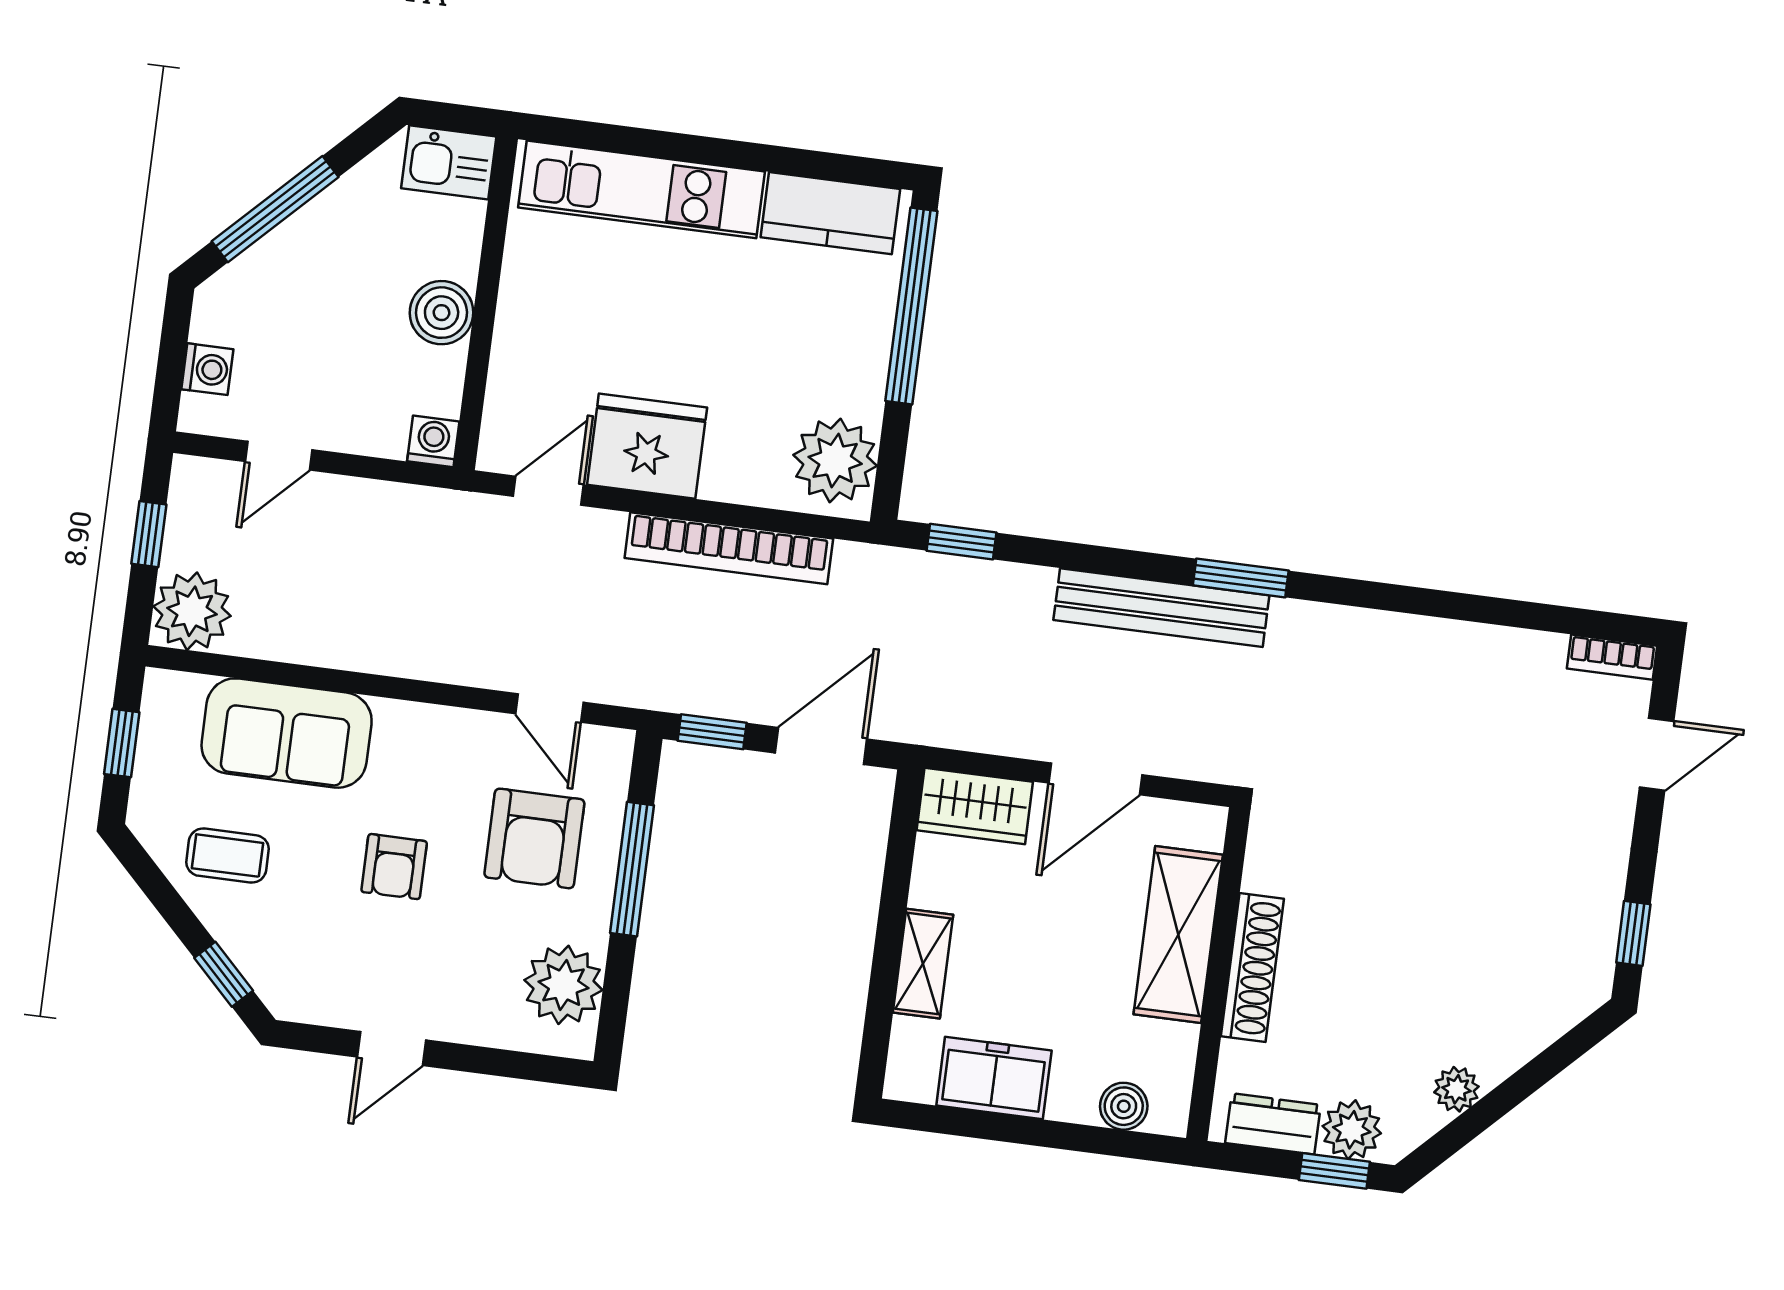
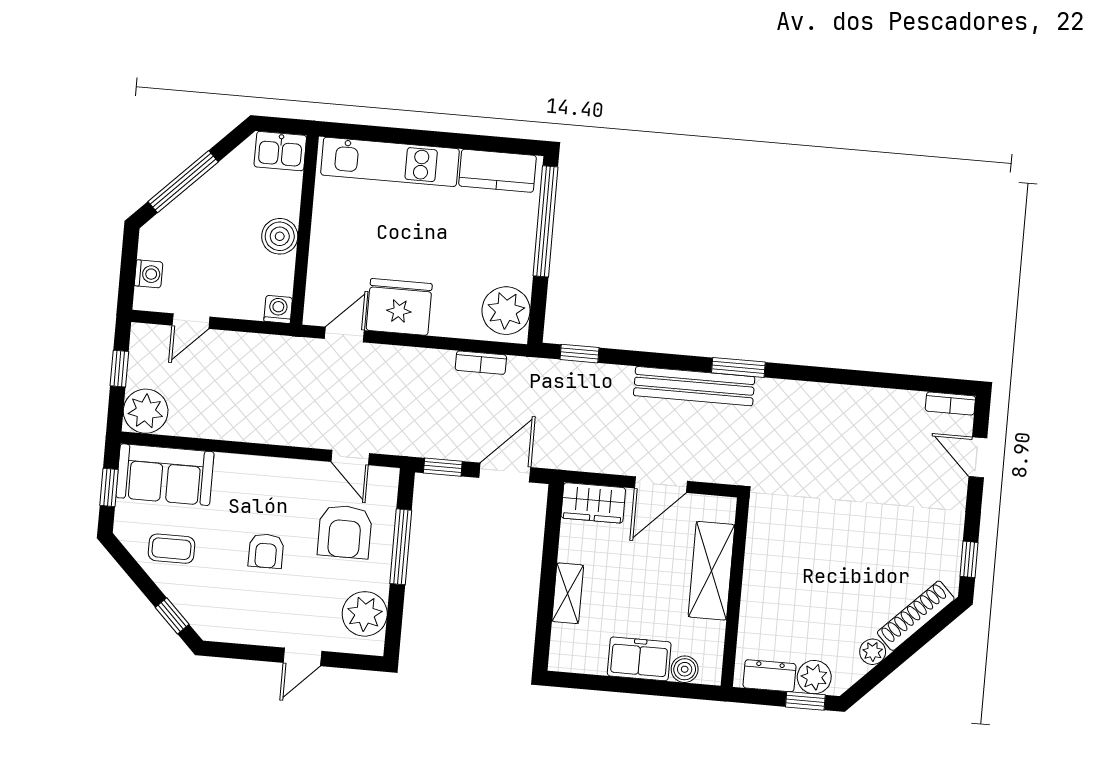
bookcase: (729, 548) -> (481, 363), width x0.43, depth x0.76
sofa: (287, 733) -> (165, 475), moved
door: (1657, 754) -> (978, 457), swing flipped
shoe rack: (1252, 967) -> (916, 616), moved, turned -135
door: (392, 1048) -> (302, 657), moved
freezer: (994, 1078) -> (639, 659), moved

